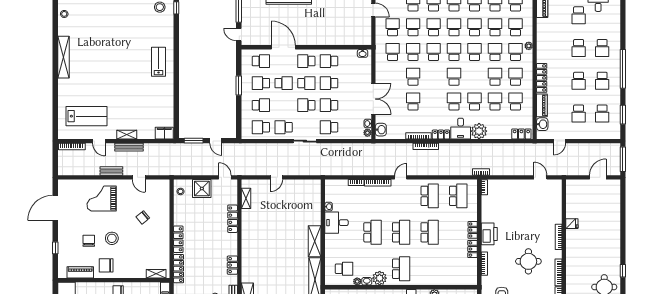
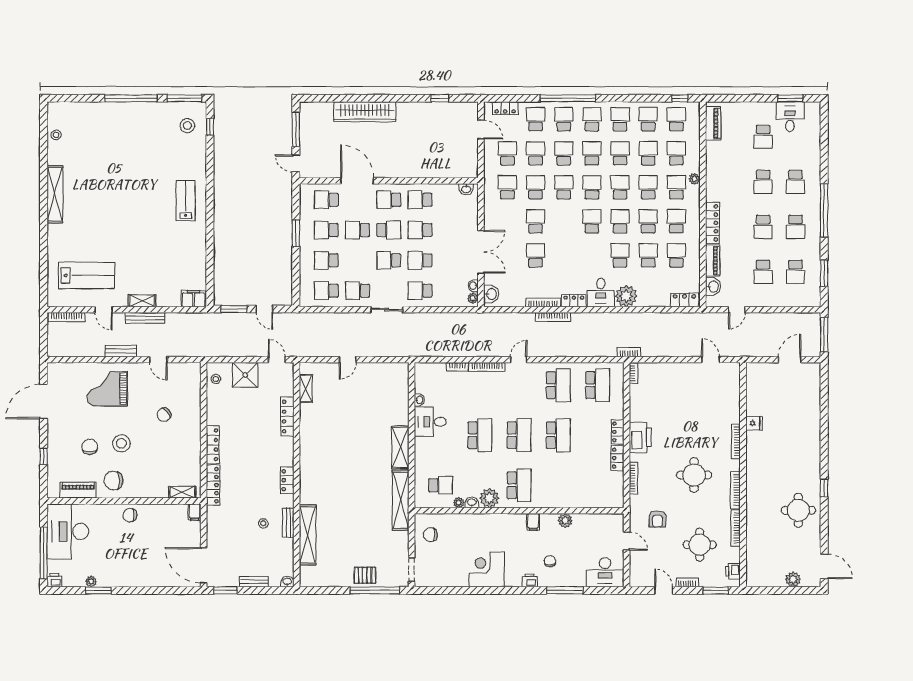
school desk: (261, 61) -> (326, 200), turned 180
school desk: (284, 83) -> (358, 230), turned 180
school desk: (454, 102) -> (620, 221), moved
school desk: (261, 105) -> (326, 260), turned 180

